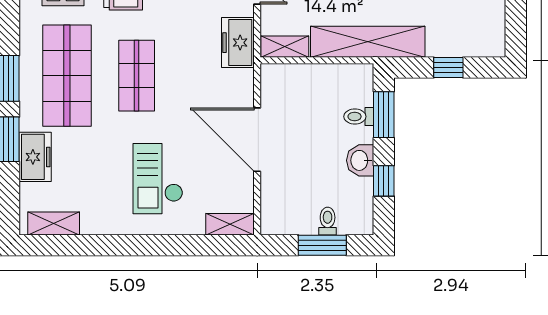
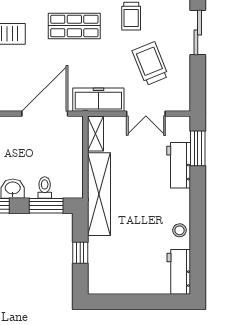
freezer: (238, 43) -> (98, 100), width x1.40
door: (257, 140) -> (45, 114), moved

